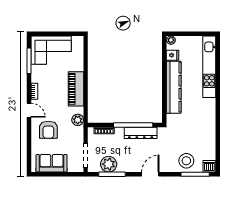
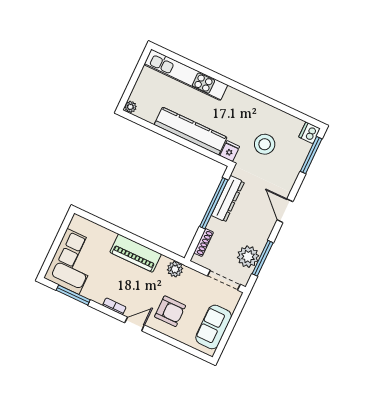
fridge: (173, 55) -> (230, 151), moved
stool: (186, 161) -> (265, 144), moved

